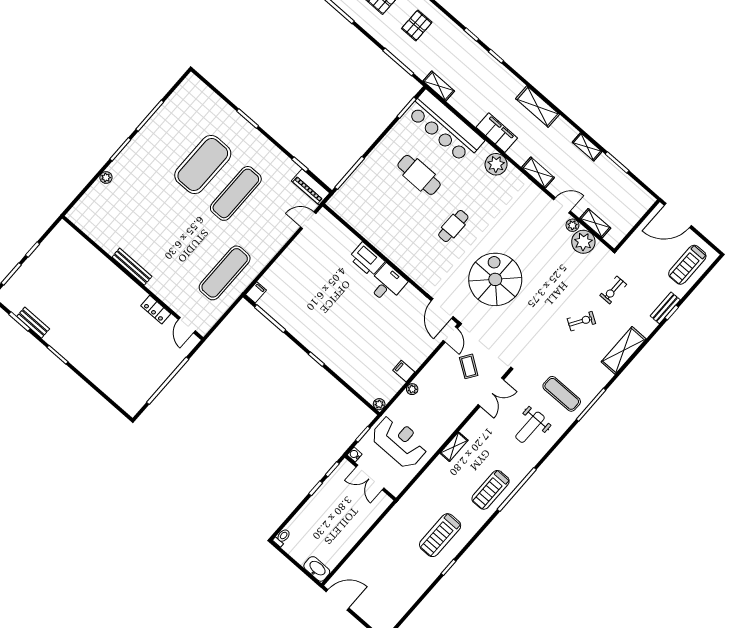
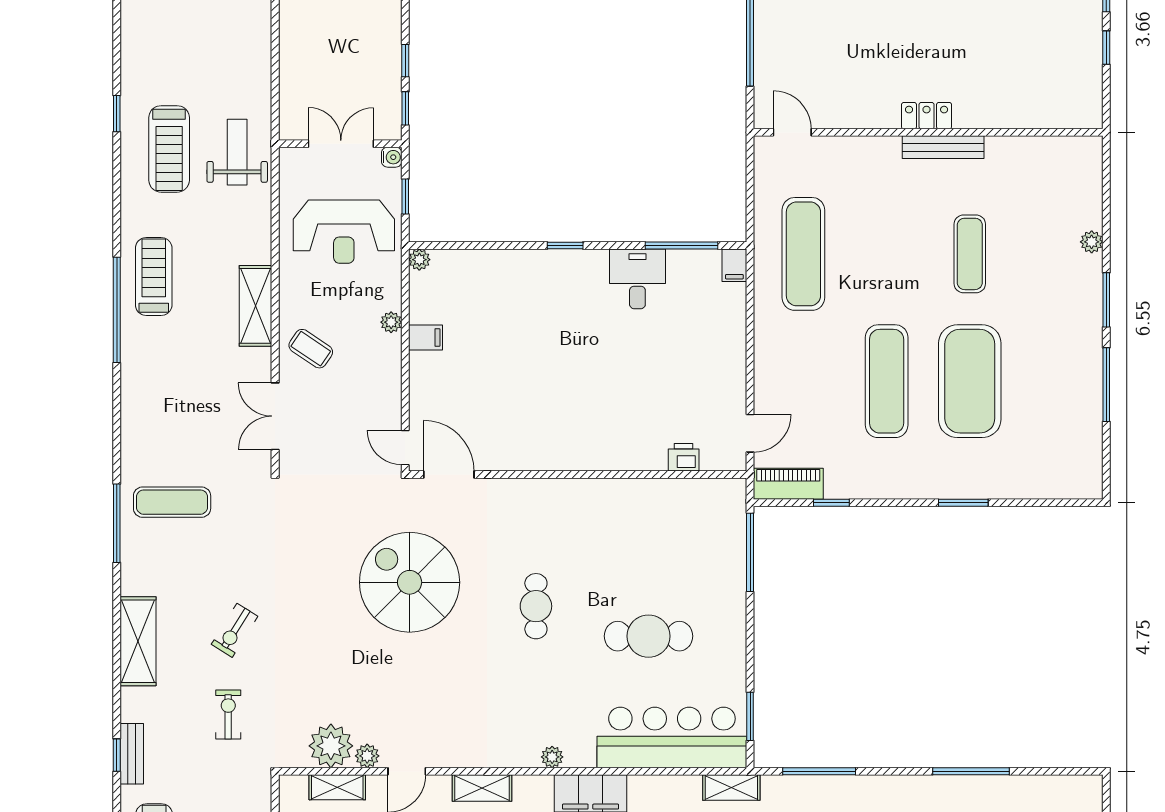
plant: (496, 164) -> (552, 757), width x0.53, depth x0.53
exercise mat: (159, 215) -> (970, 254), added
printer: (367, 260) -> (684, 457), moved, width x0.53, depth x0.68
spiral stairs: (495, 279) -> (410, 582), turned 180
desk: (387, 284) -> (637, 279), moved, turned 180
locker: (156, 310) -> (927, 116), moved
coffee table: (469, 366) -> (311, 349), moved
weight bench: (530, 427) -> (237, 152), moved
shelving: (454, 447) -> (256, 306), width x1.50, depth x1.33
treadmill: (440, 535) -> (169, 149), turned 180

